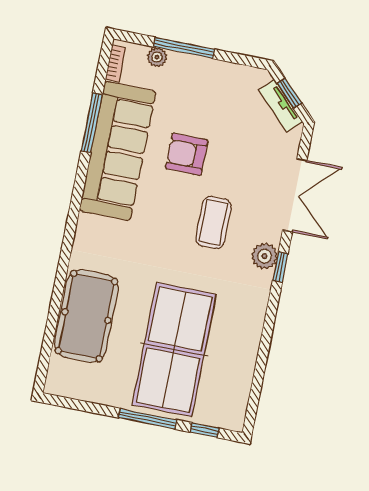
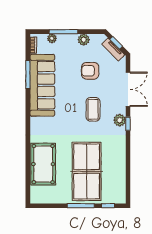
plant: (223, 73) -> (84, 40), added
armchair: (187, 154) -> (90, 71), moved

